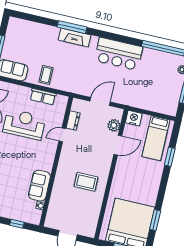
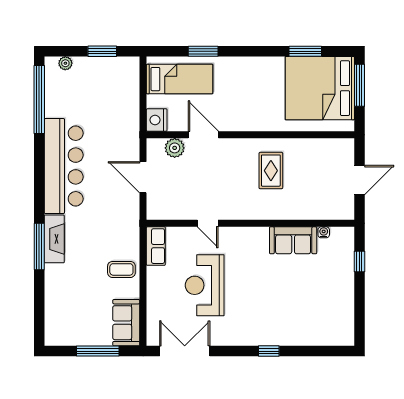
bar counter: (119, 54) -> (64, 166), width x1.36
row of seats: (43, 97) -> (156, 246), moved
dresser: (73, 120) -> (182, 212), removed

